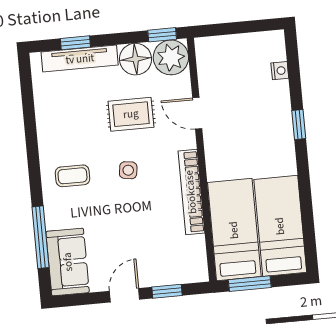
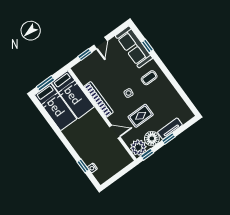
window: (75, 43) -> (169, 139), moved
tv unit: (80, 59) -> (170, 129), width x0.71
window: (299, 125) -> (83, 166), moved
window: (41, 237) -> (147, 46), width x0.46
sofa: (68, 262) -> (134, 47), width x1.36
window: (250, 284) -> (45, 83), moved

